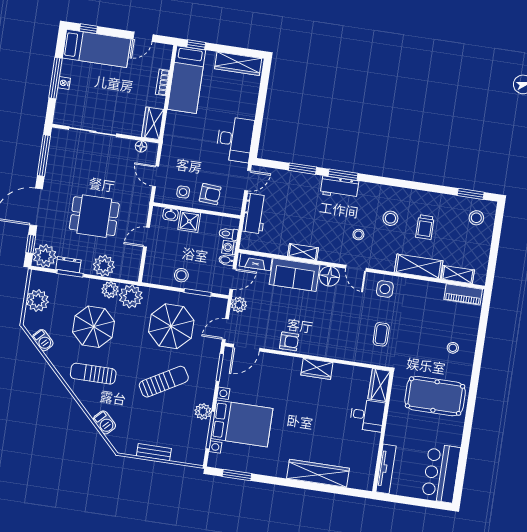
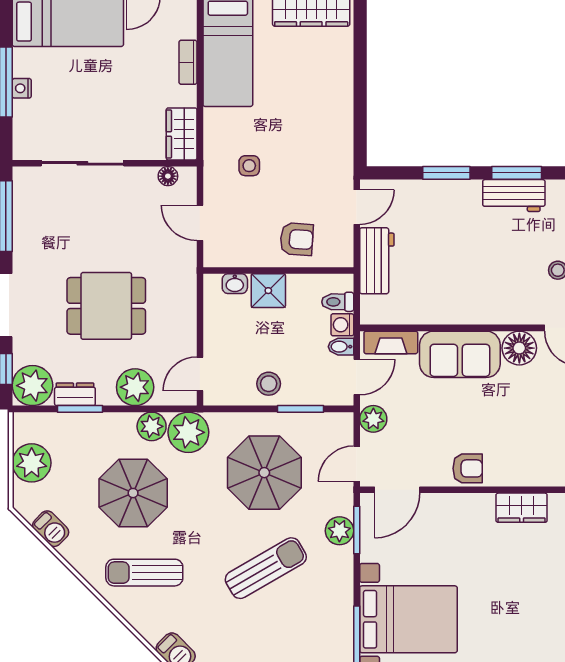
desk: (235, 139) -> (325, 140), removed
side table: (183, 192) -> (249, 166), moved
door: (146, 237) -> (200, 374), moved
shelving: (303, 252) -> (468, 314), removed
plant: (203, 411) -> (339, 531), moved

